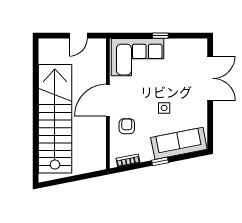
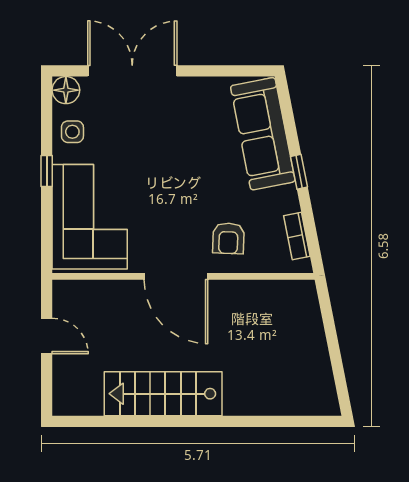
floor lamp: (201, 45) -> (66, 90), added
side table: (164, 108) -> (72, 132), moved
stairs: (55, 119) -> (163, 394), width x0.54, depth x0.66
armchair: (127, 126) -> (228, 238), turned -88

